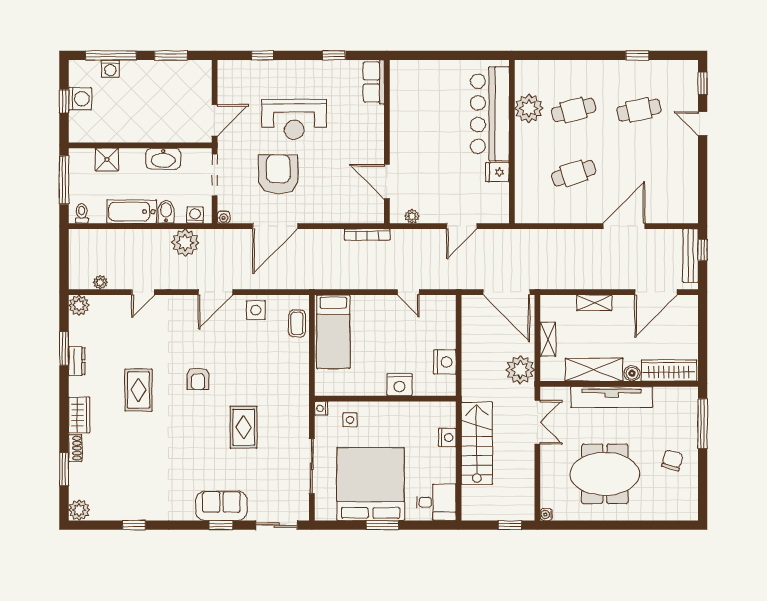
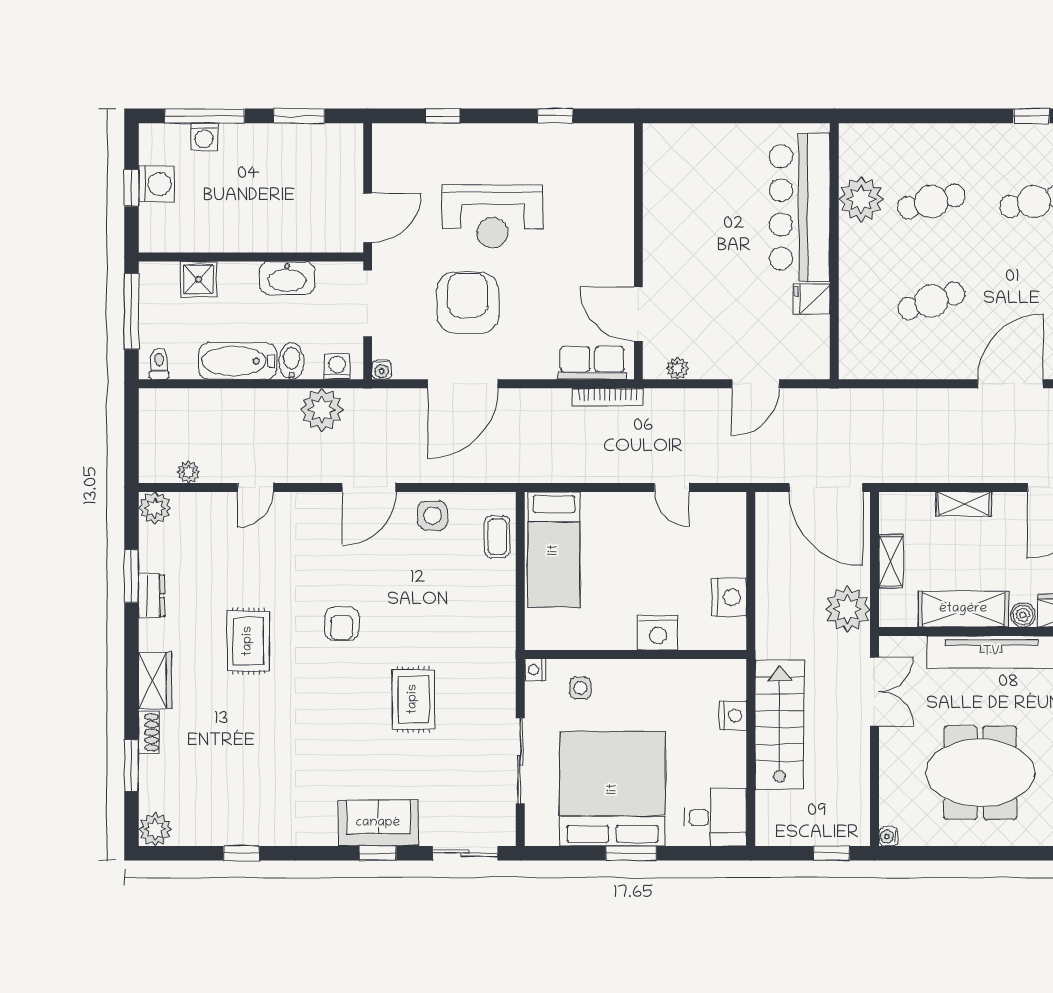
row of seats: (374, 82) -> (592, 363), moved, turned 90

